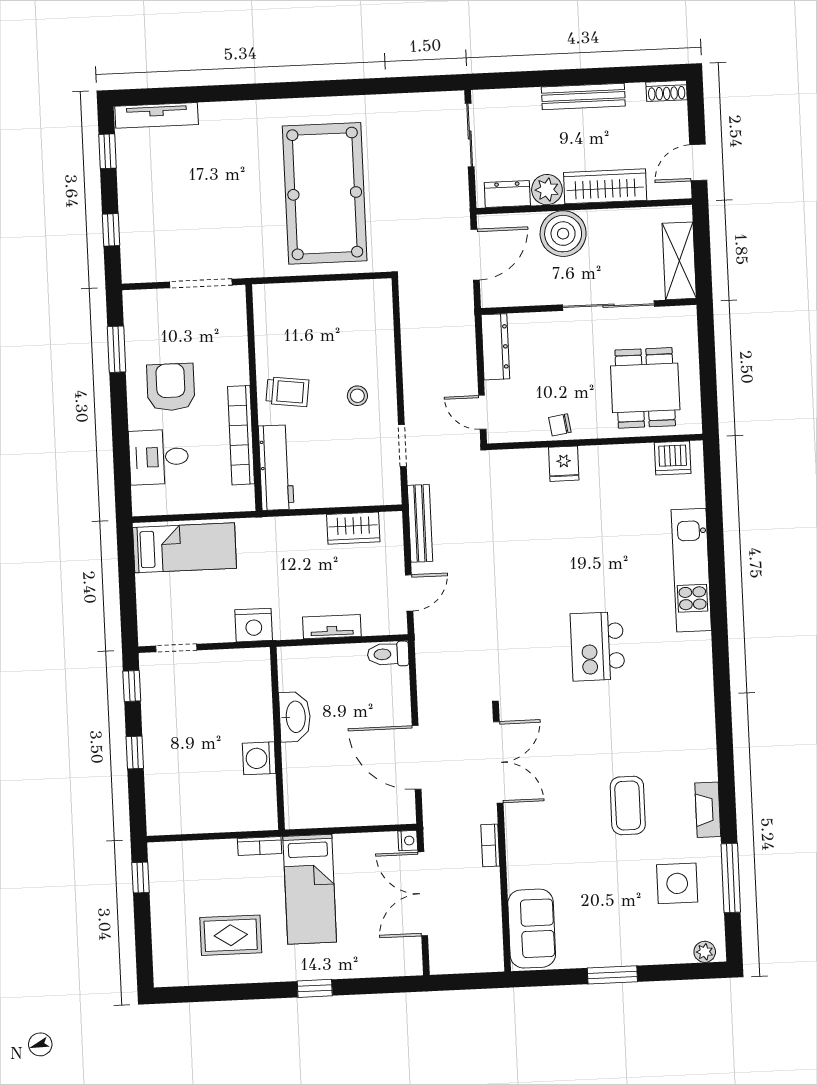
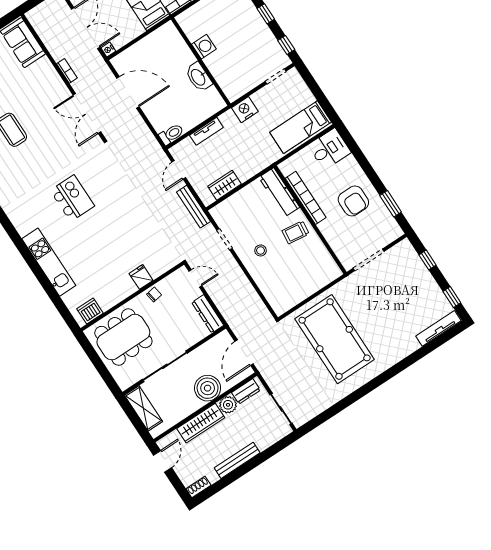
dining table: (645, 388) -> (123, 337), width x1.38
desk: (159, 457) -> (329, 149), moved

